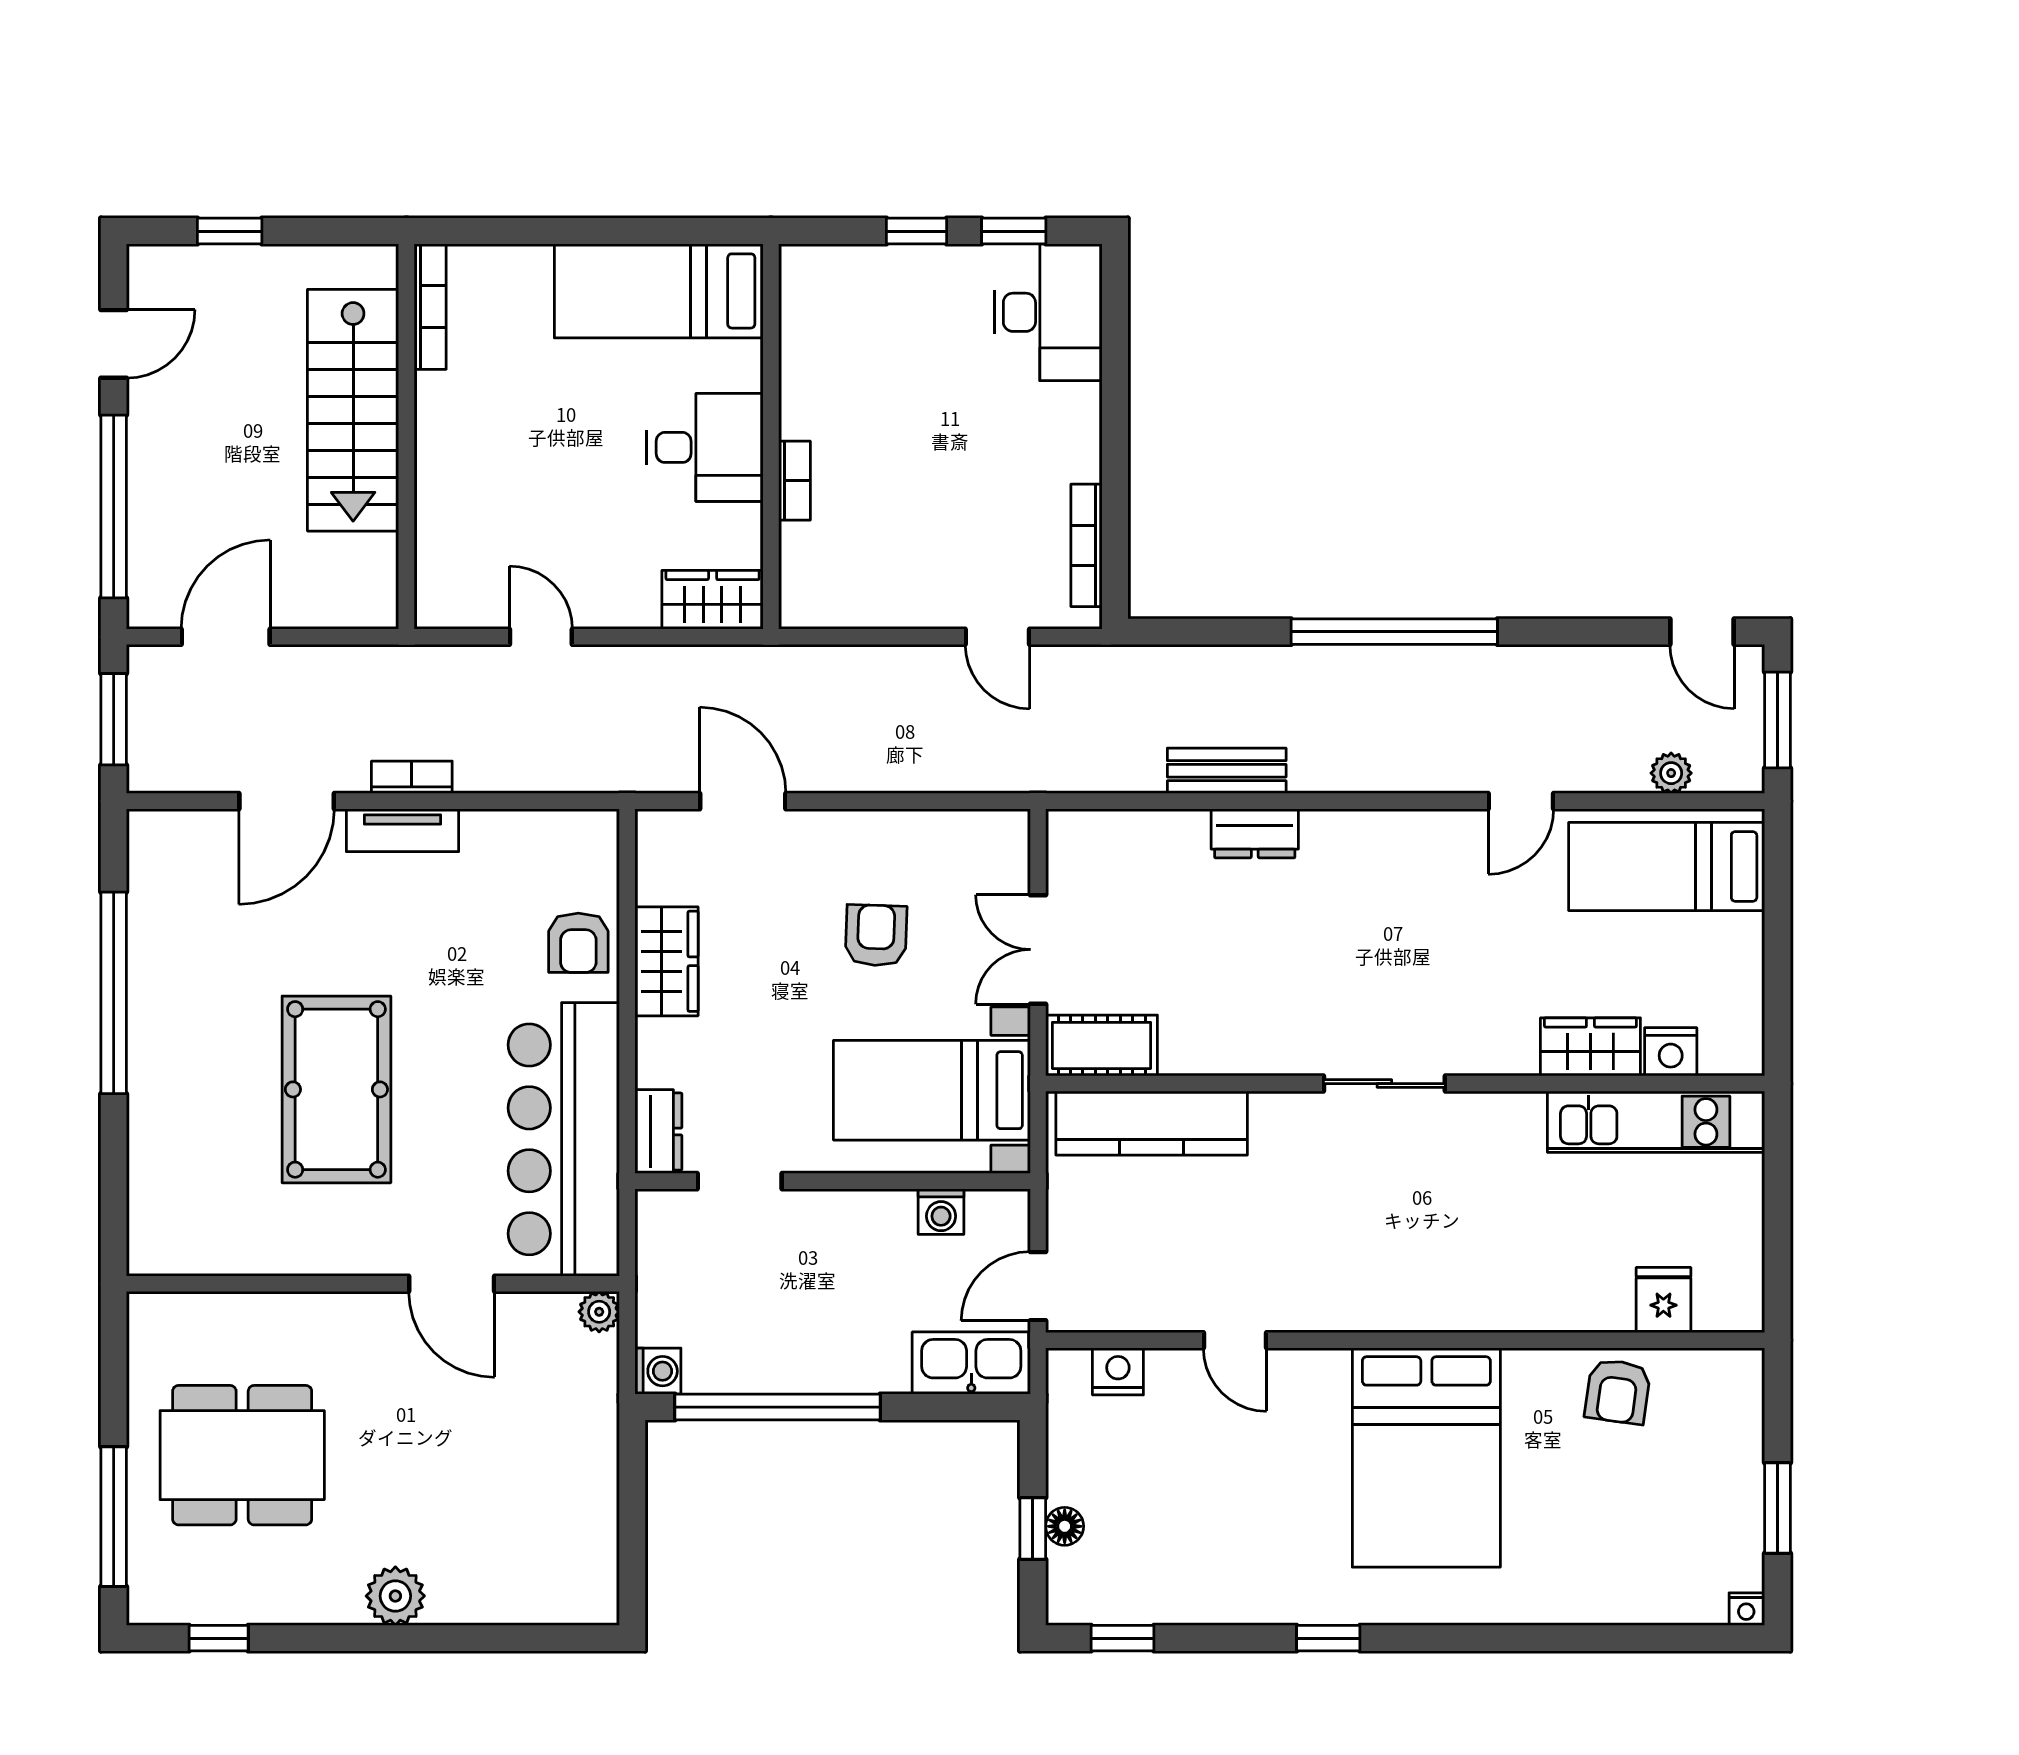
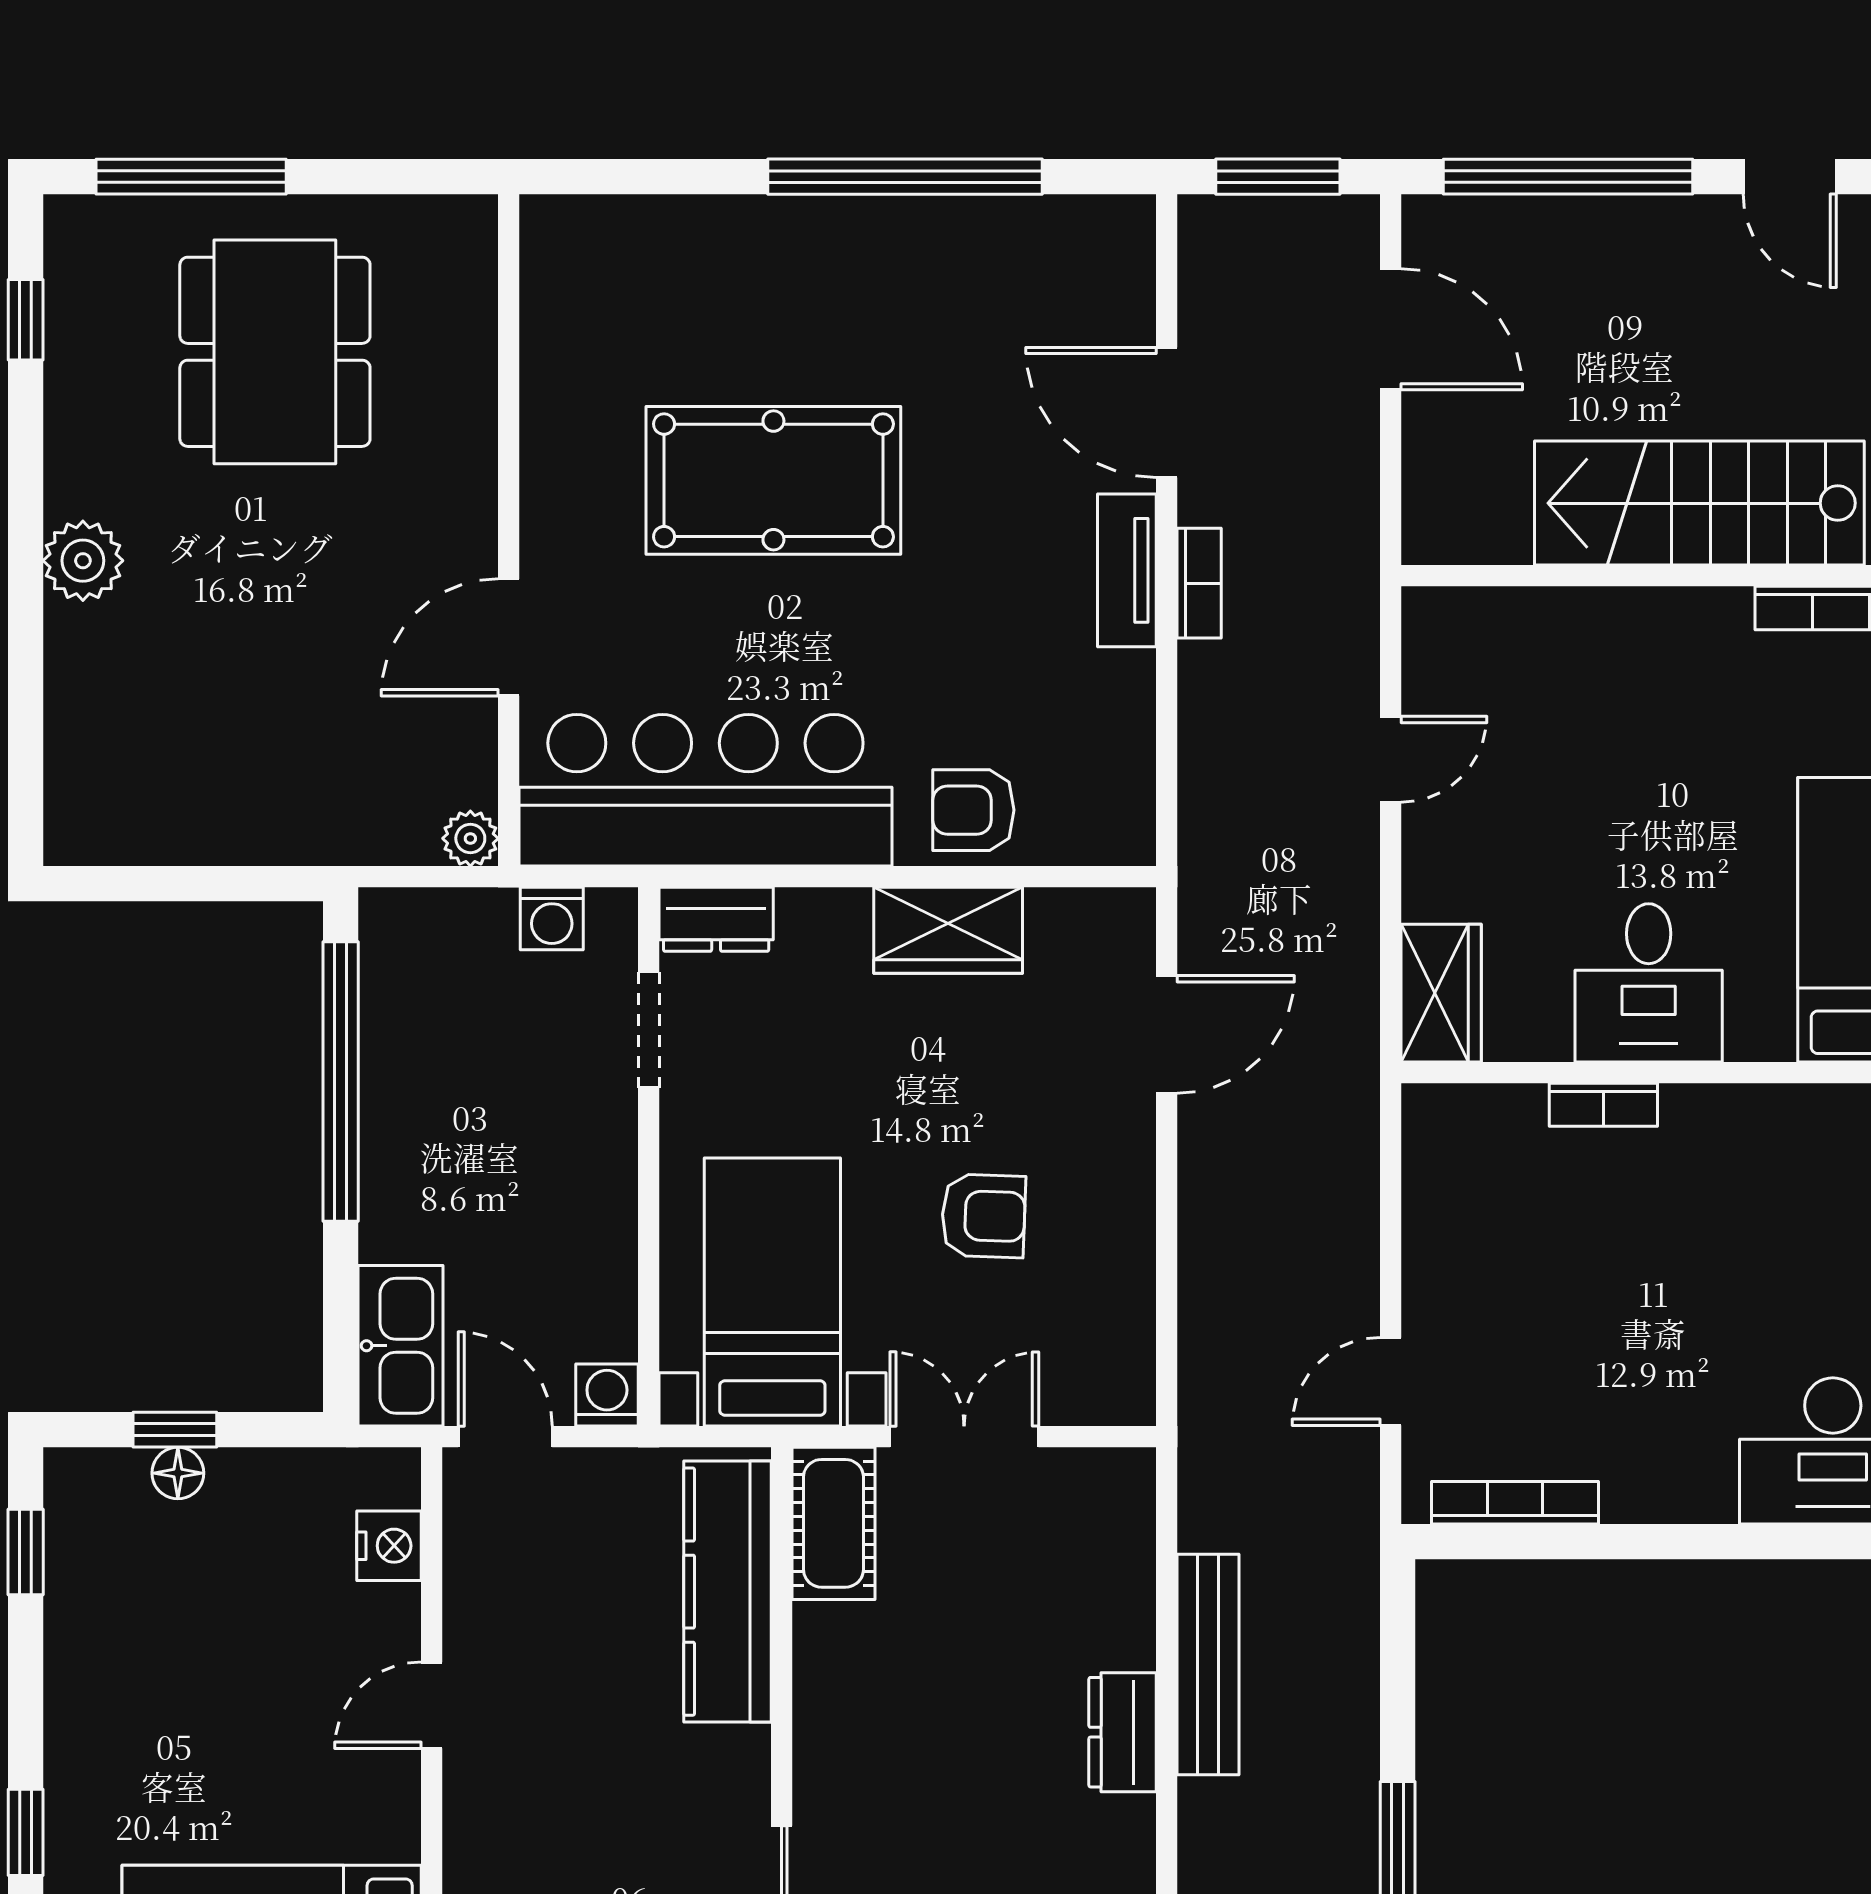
bench: (1227, 771) -> (1208, 1665), width x1.36
washing machine: (941, 1212) -> (607, 1395), moved, turned 90
washing machine: (658, 1371) -> (552, 919), moved

